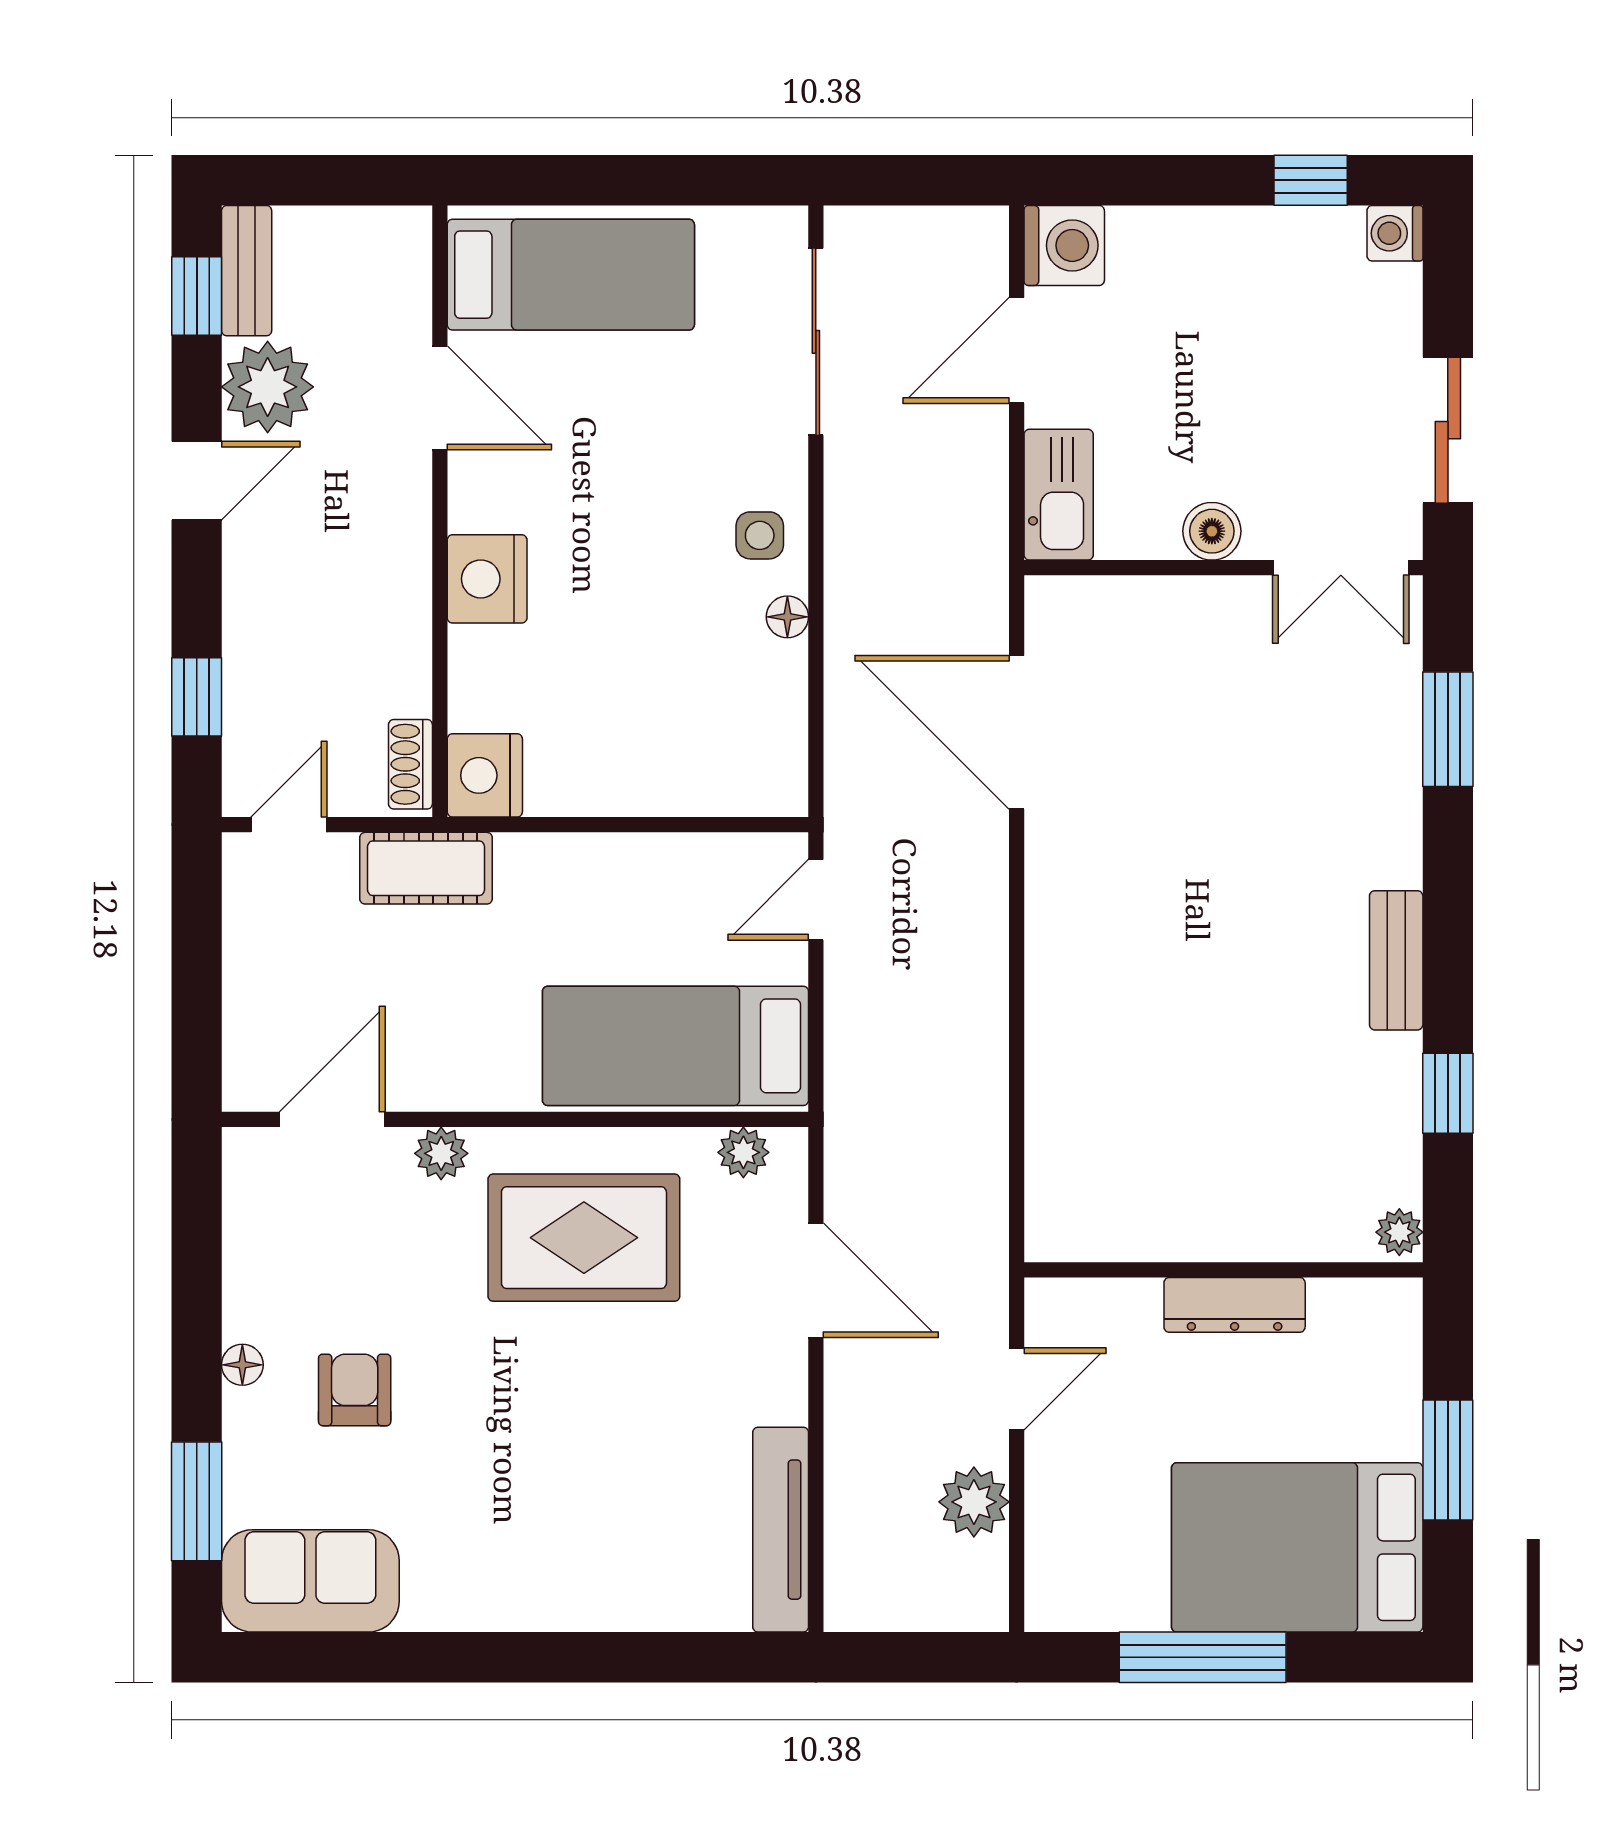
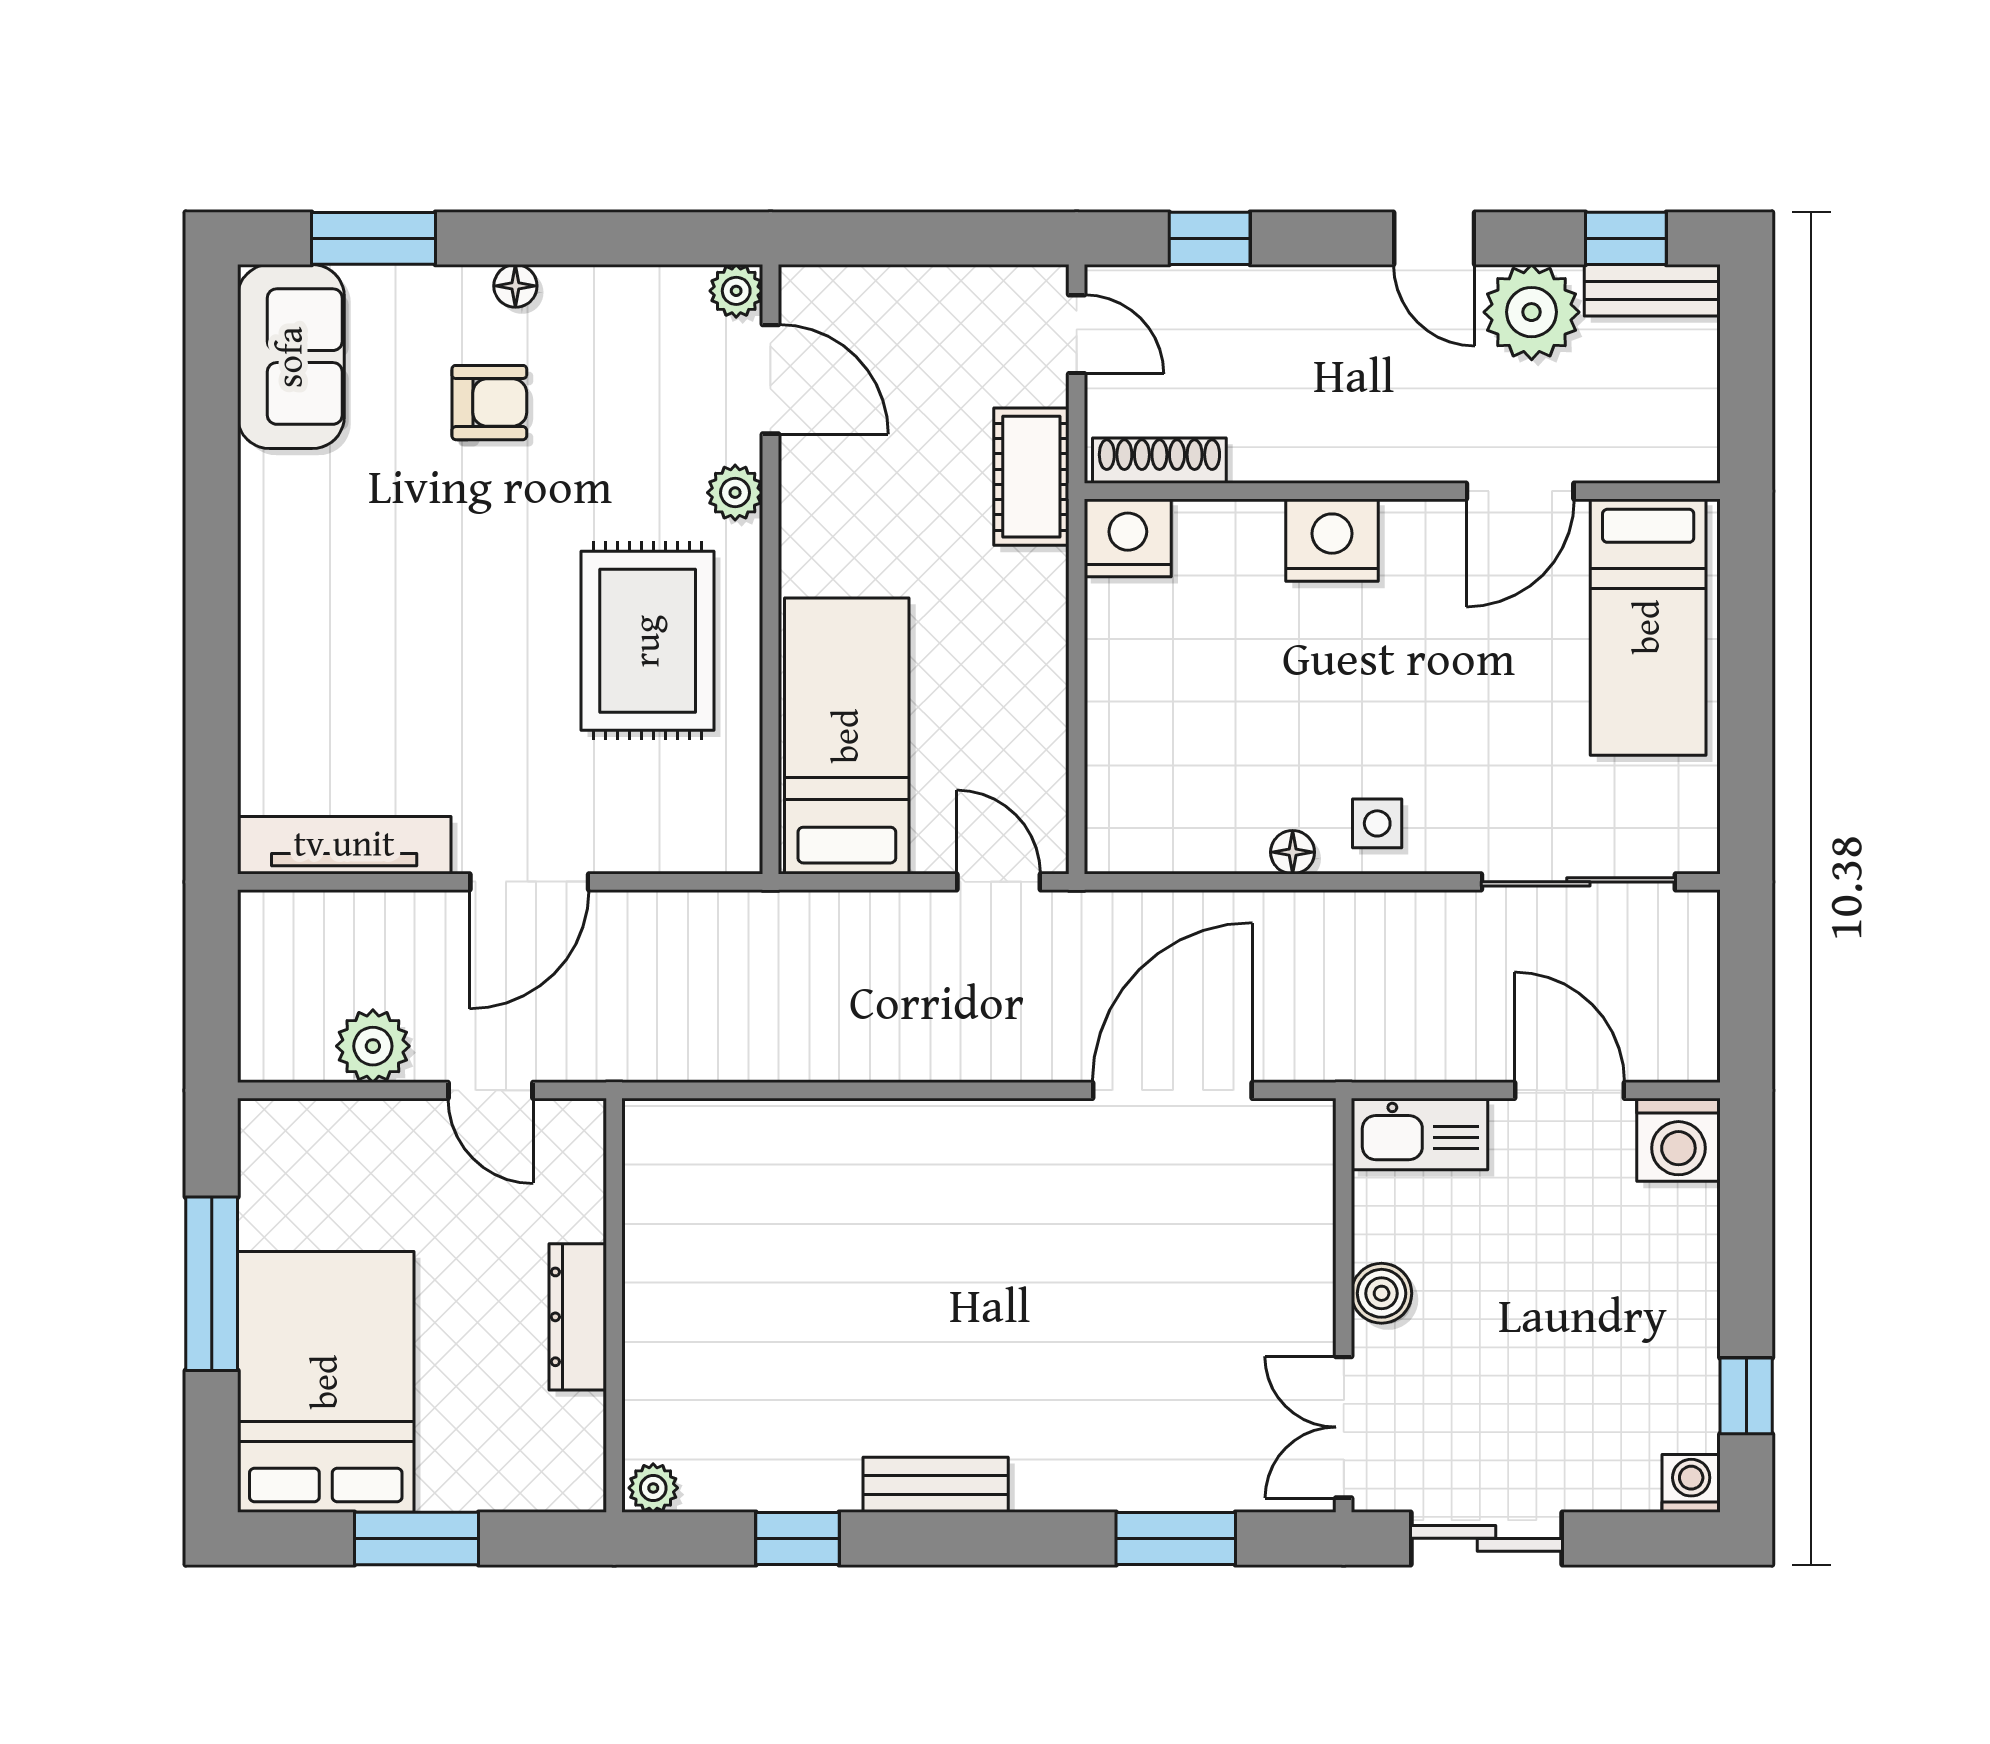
shoe rack: (410, 764) -> (1159, 461), width x1.43
plant: (743, 1152) -> (736, 291), moved
door: (816, 1280) -> (529, 882), moved

